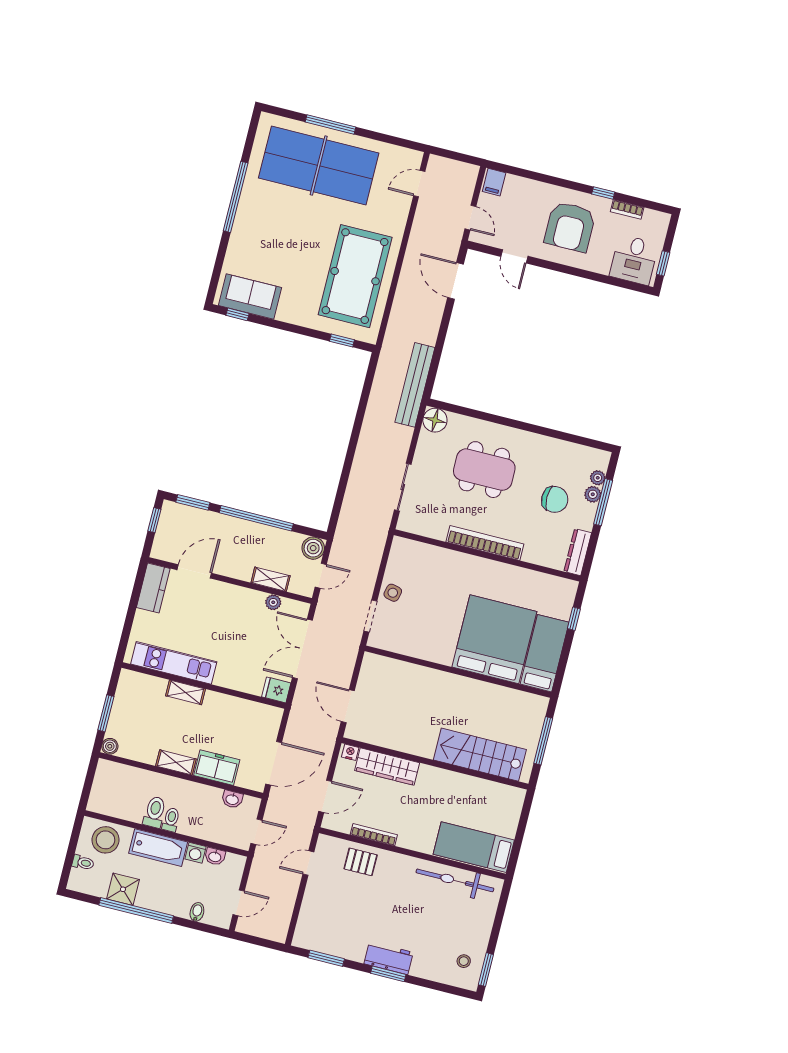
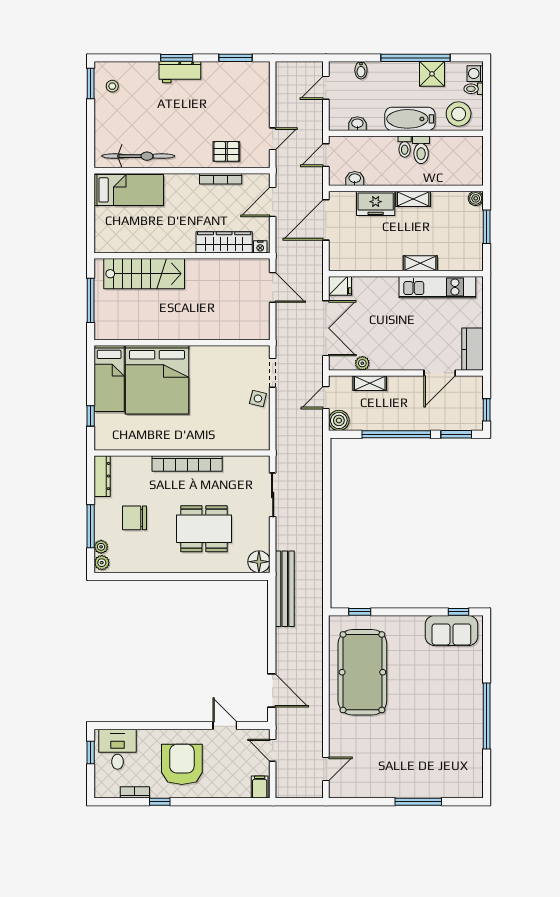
table tennis table: (319, 165) -> (420, 763), removed
plant: (593, 494) -> (102, 563), moved
washing machine: (195, 853) -> (475, 74), moved, turned -90

